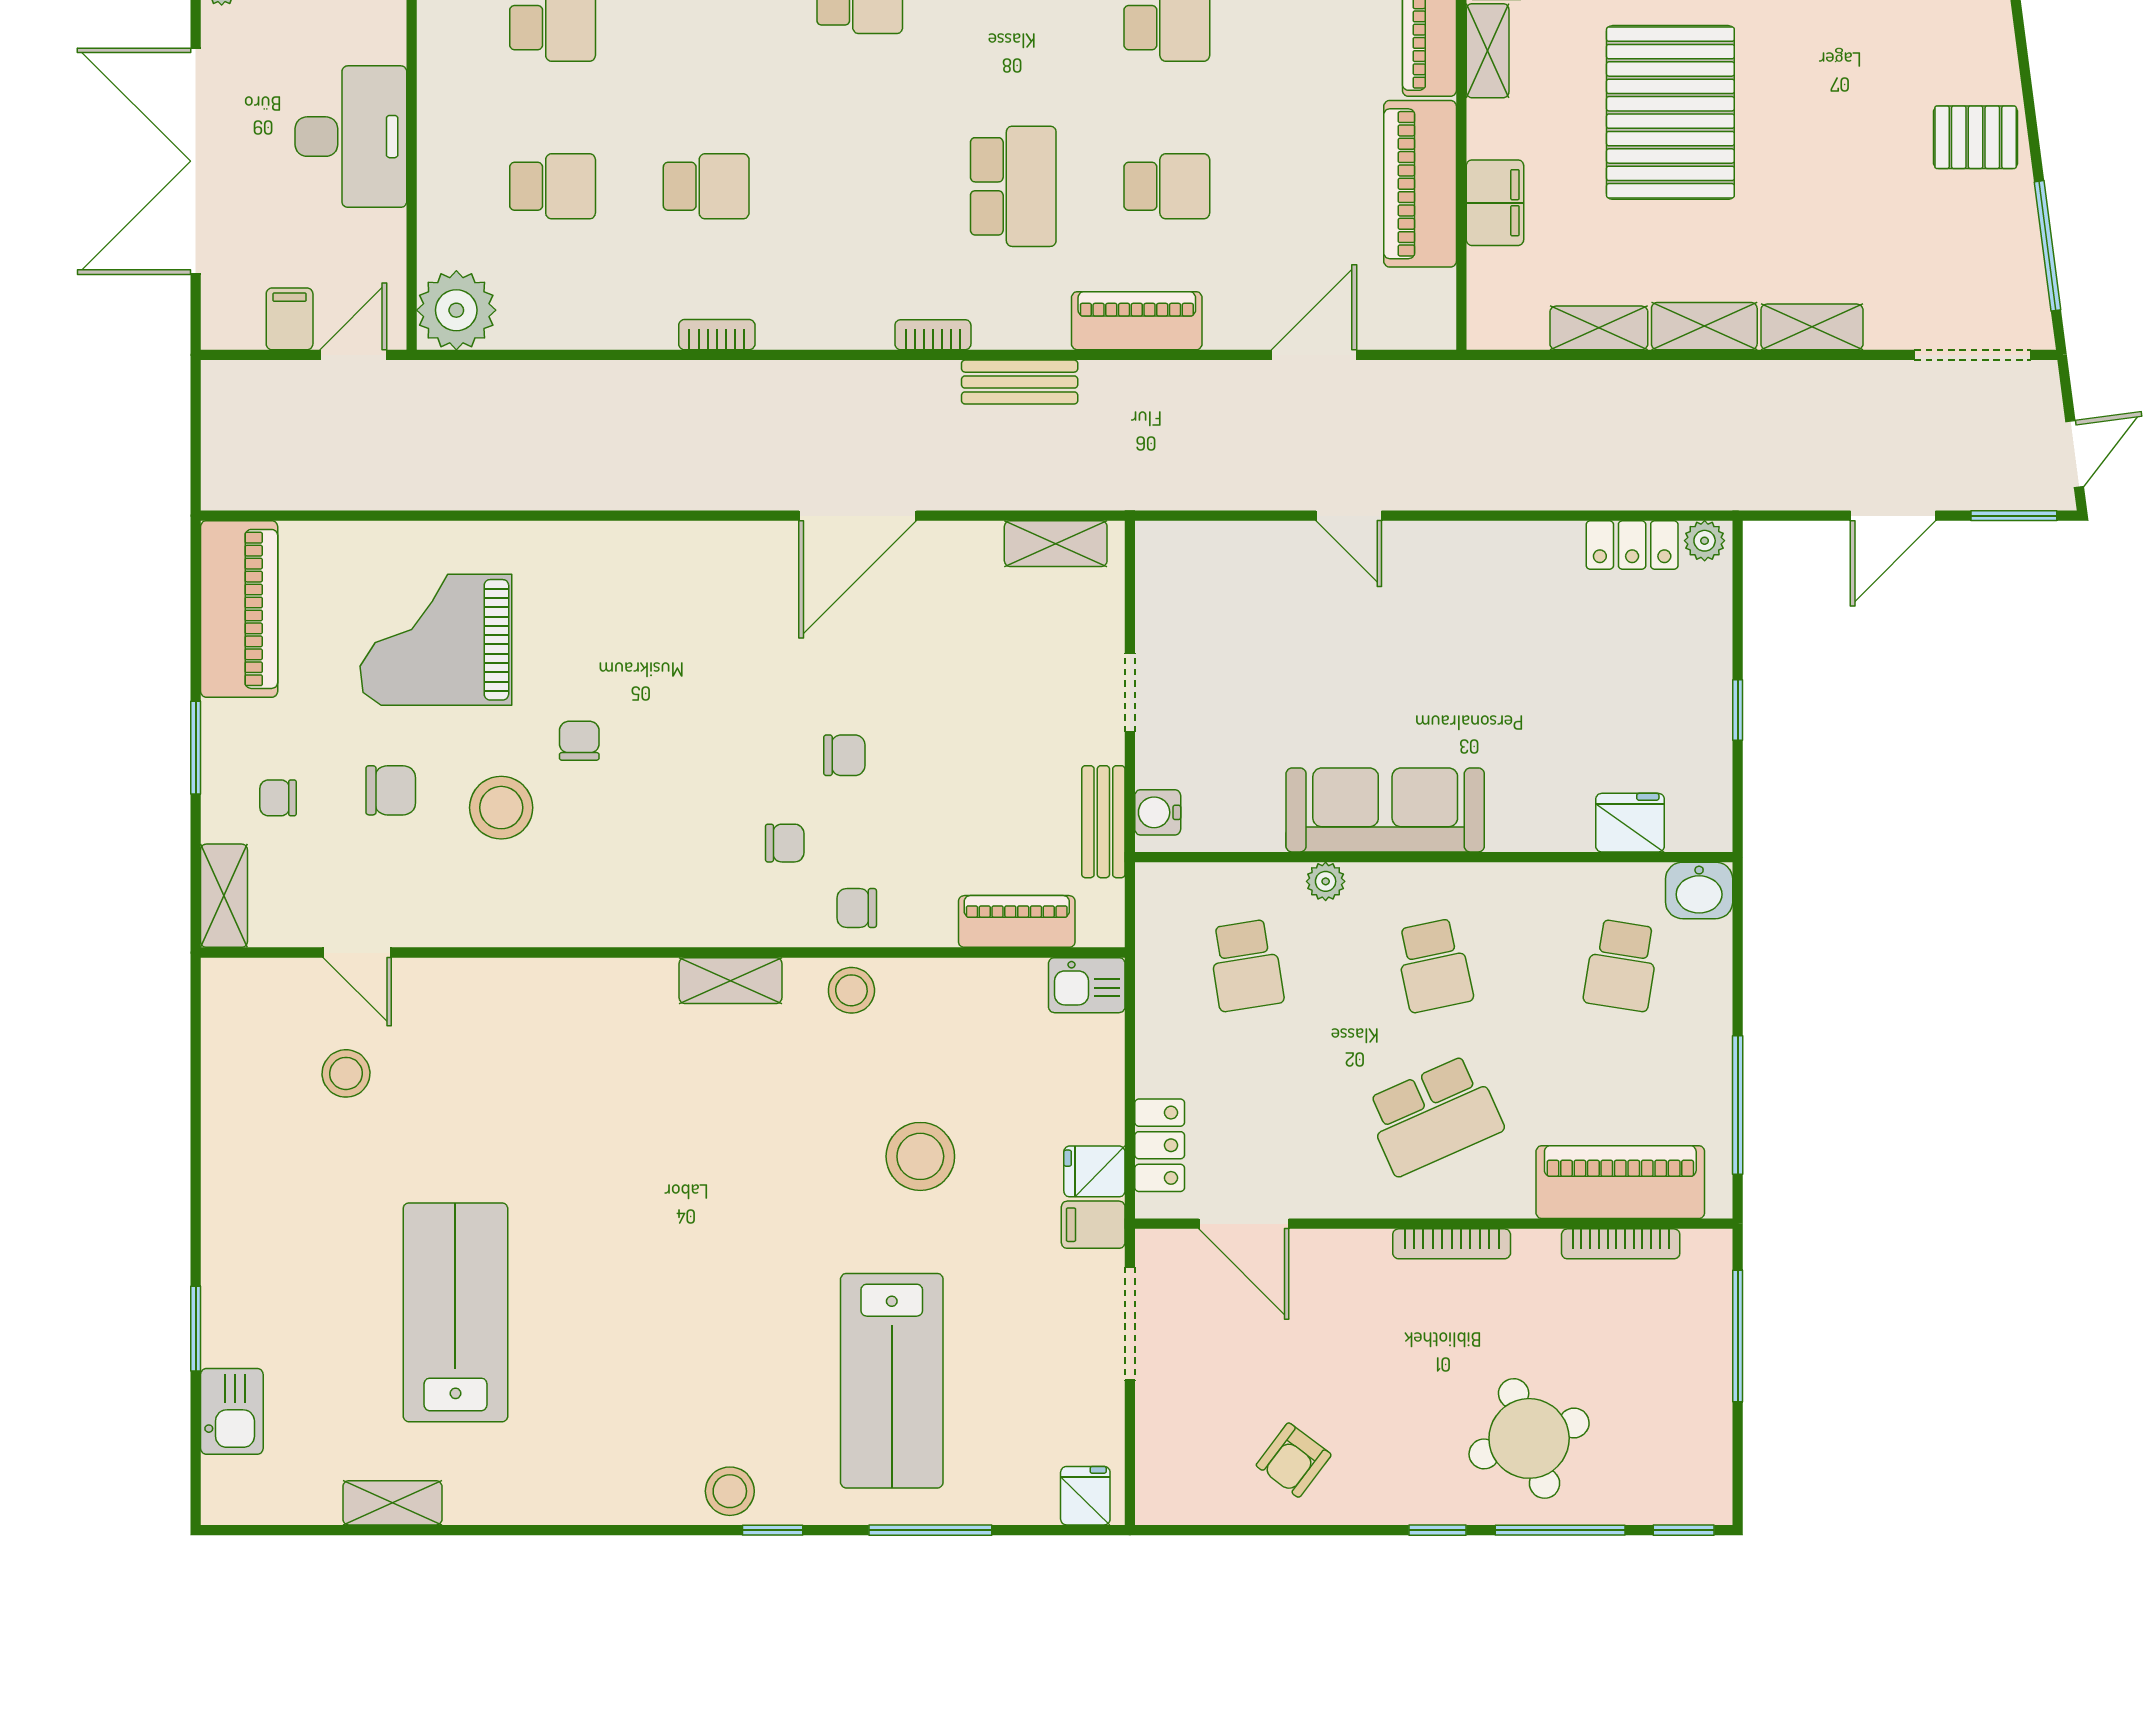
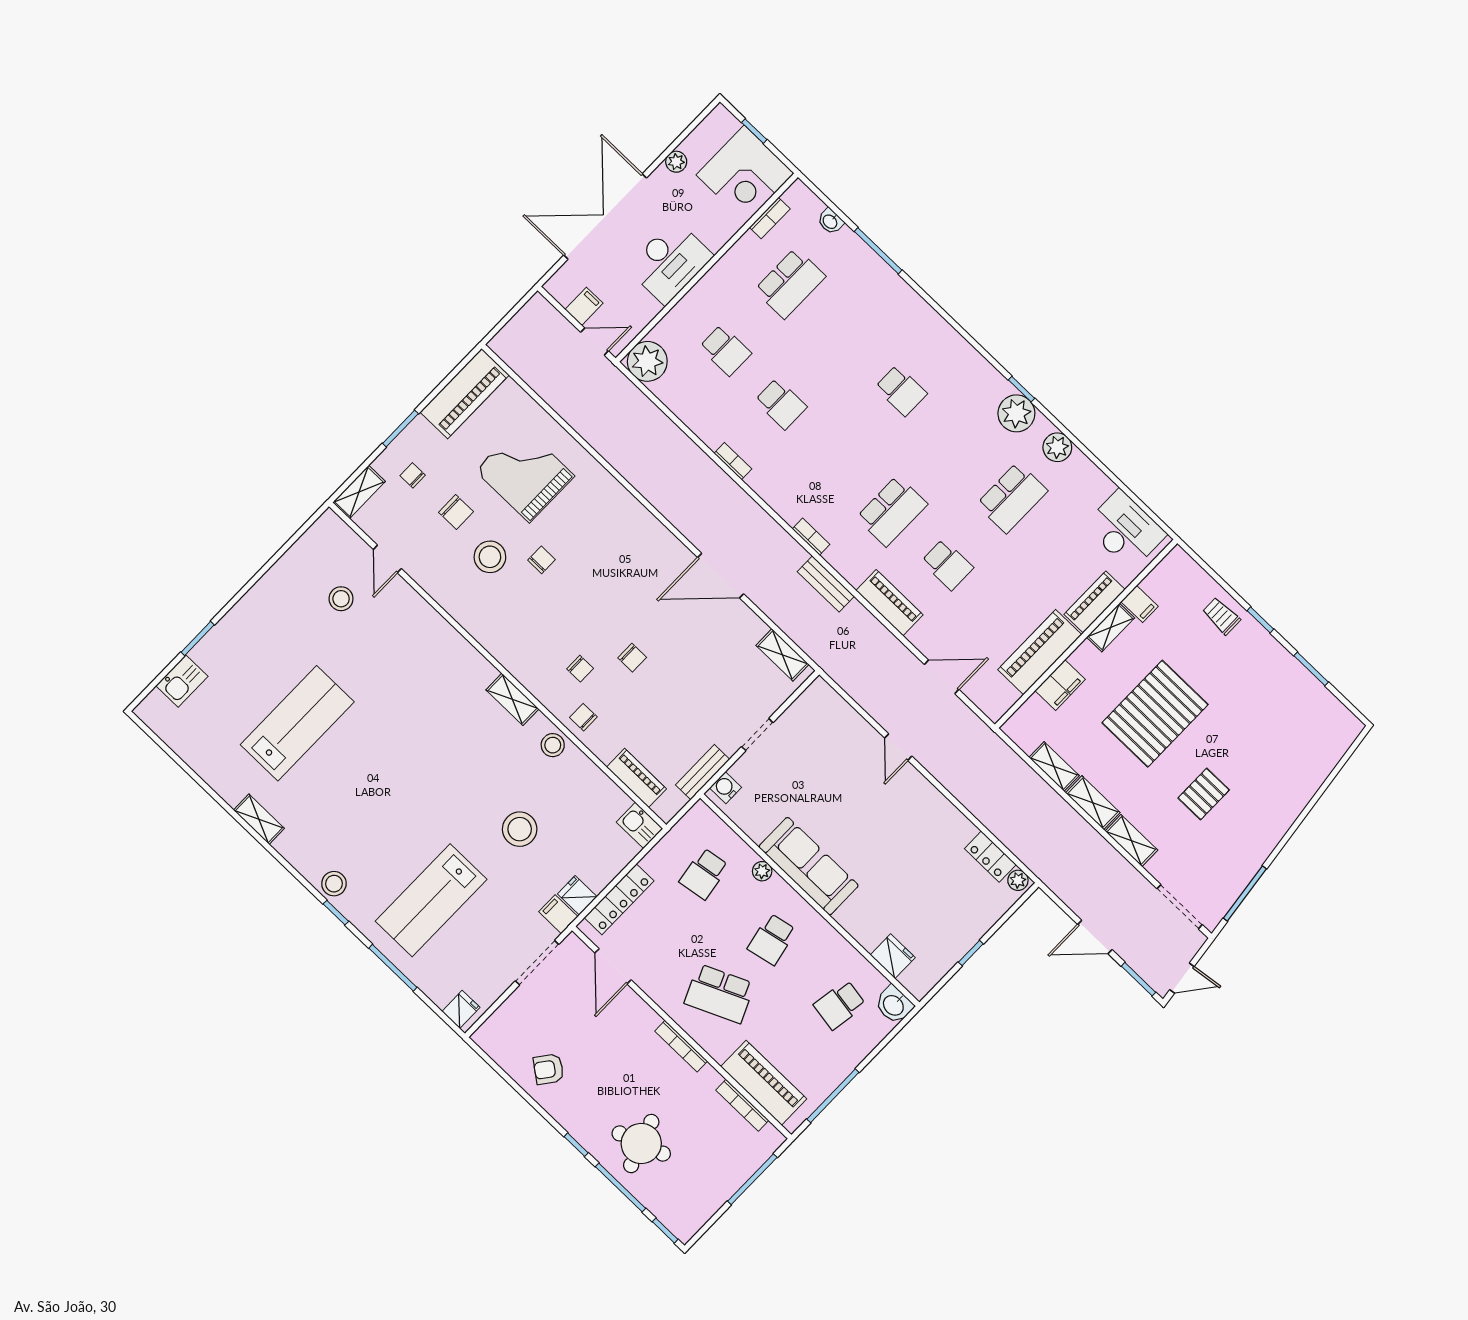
pallet: (1976, 137) -> (1204, 794), moved, turned 90
locker: (1160, 1145) -> (619, 899), width x1.53
shelving: (392, 1503) -> (259, 819), moved

